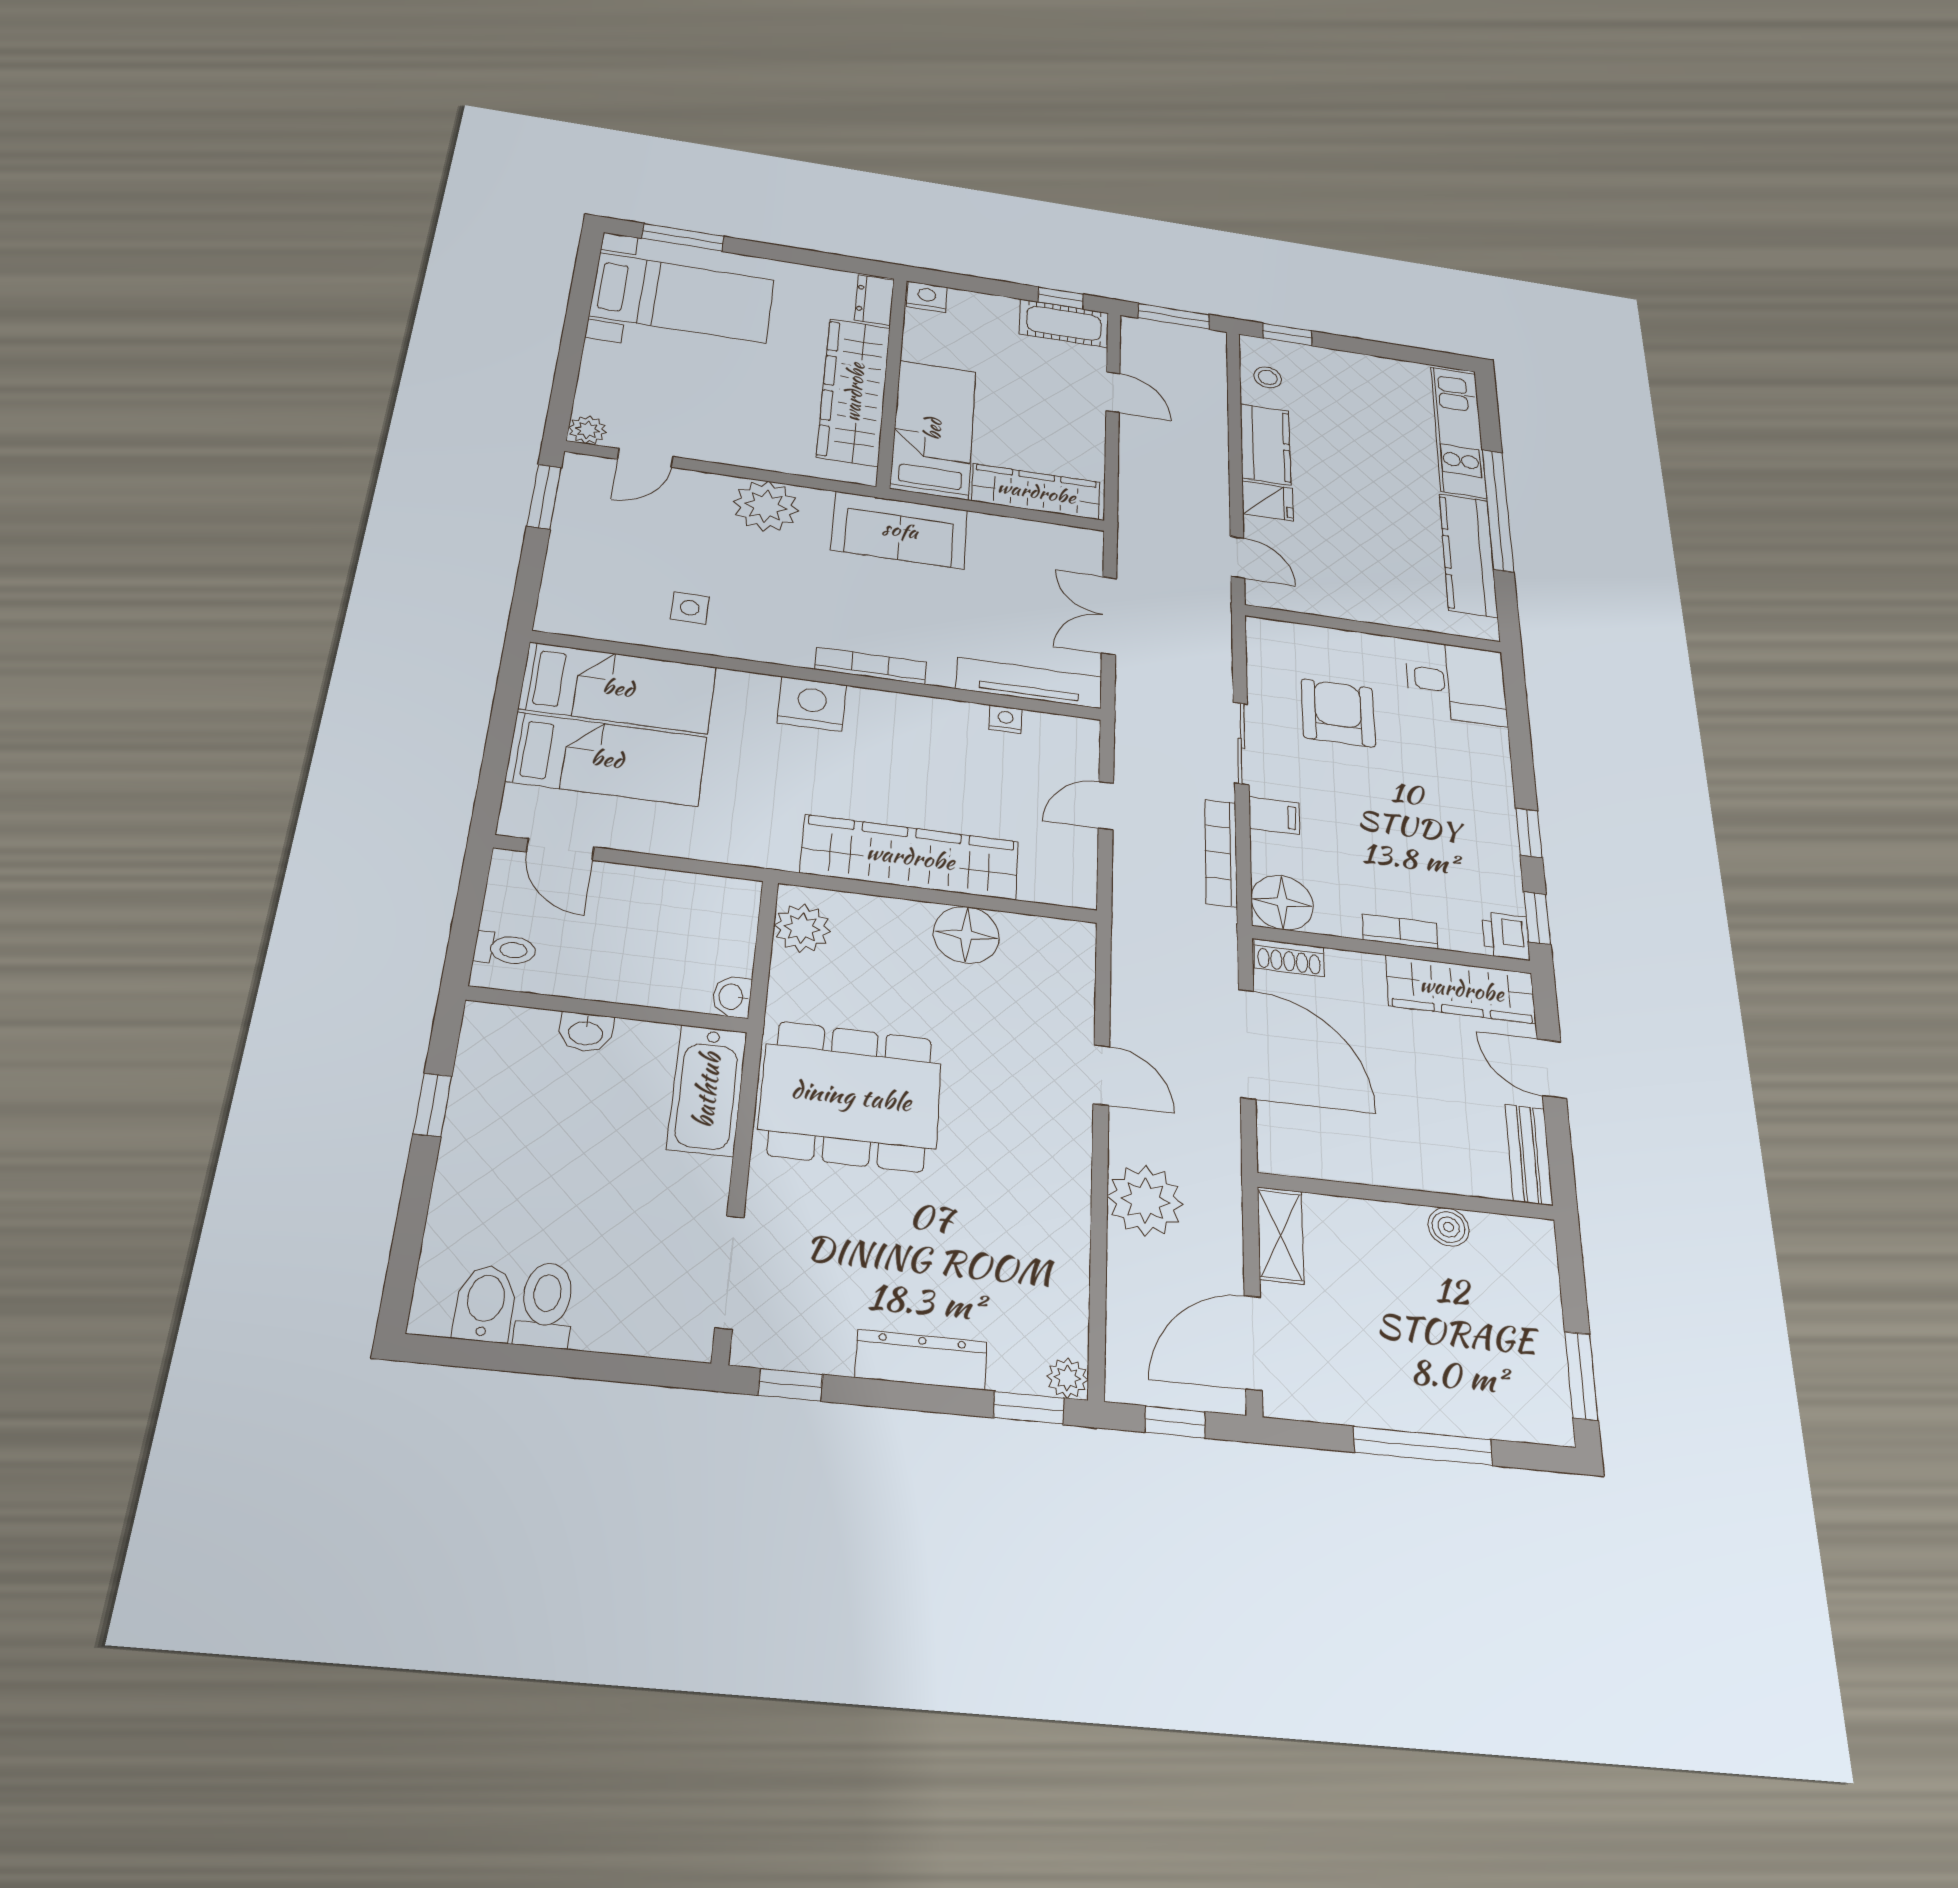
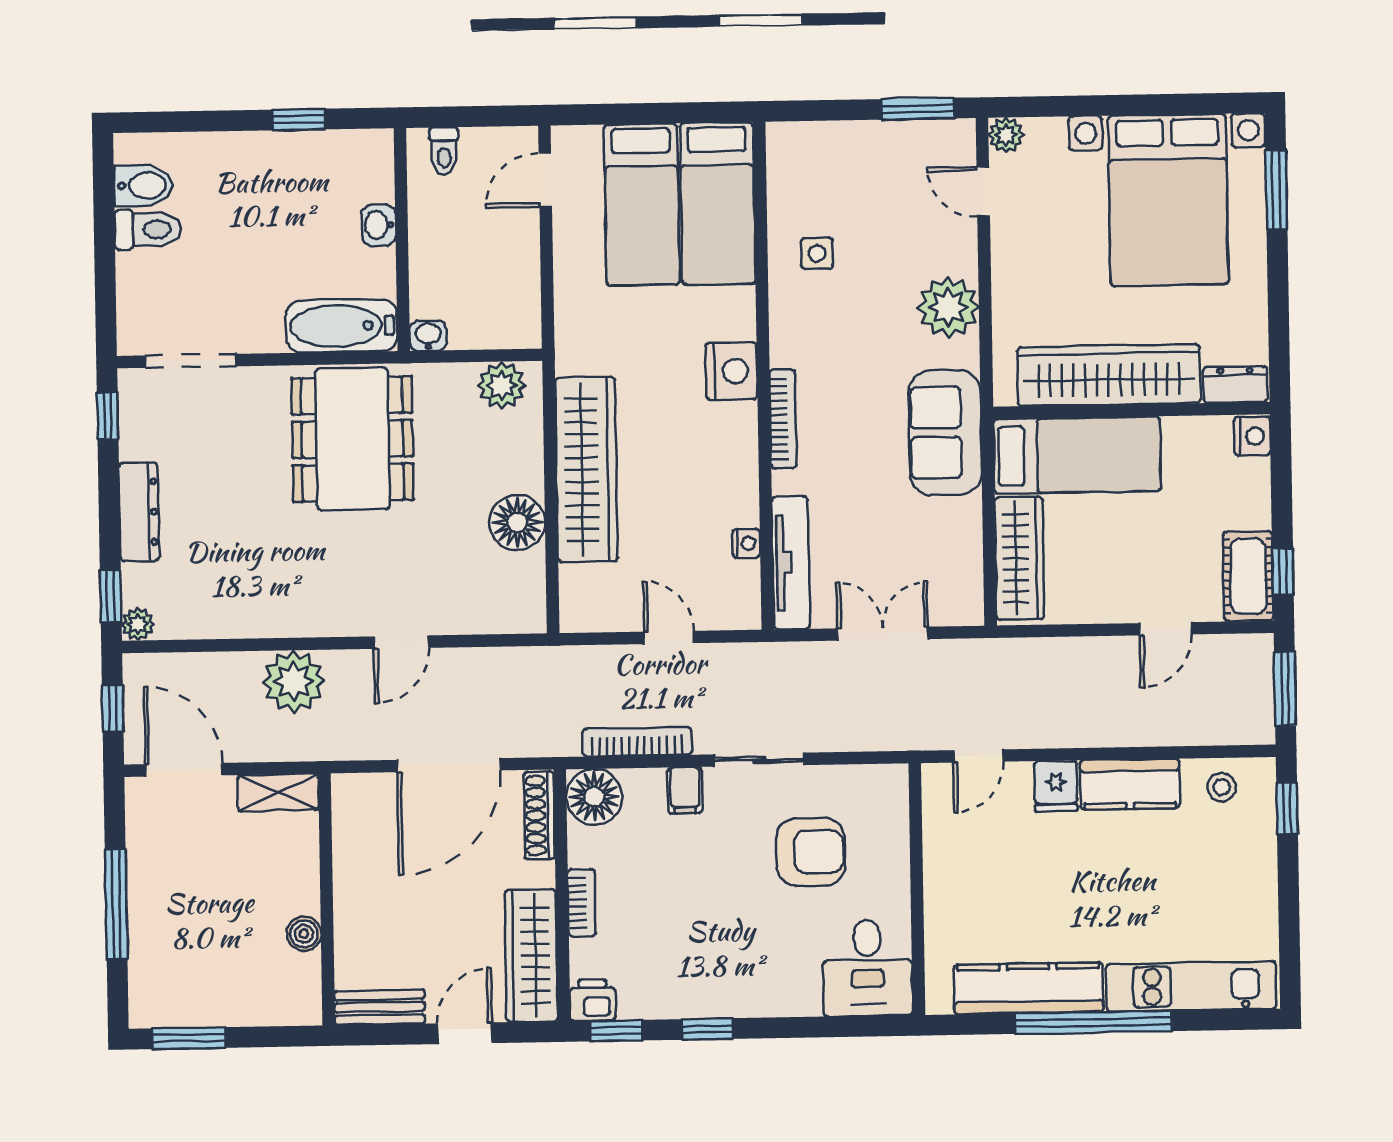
bed with nightstands: (682, 298) -> (1168, 200), width x1.36
shoe rack: (1289, 958) -> (539, 816), width x1.43

